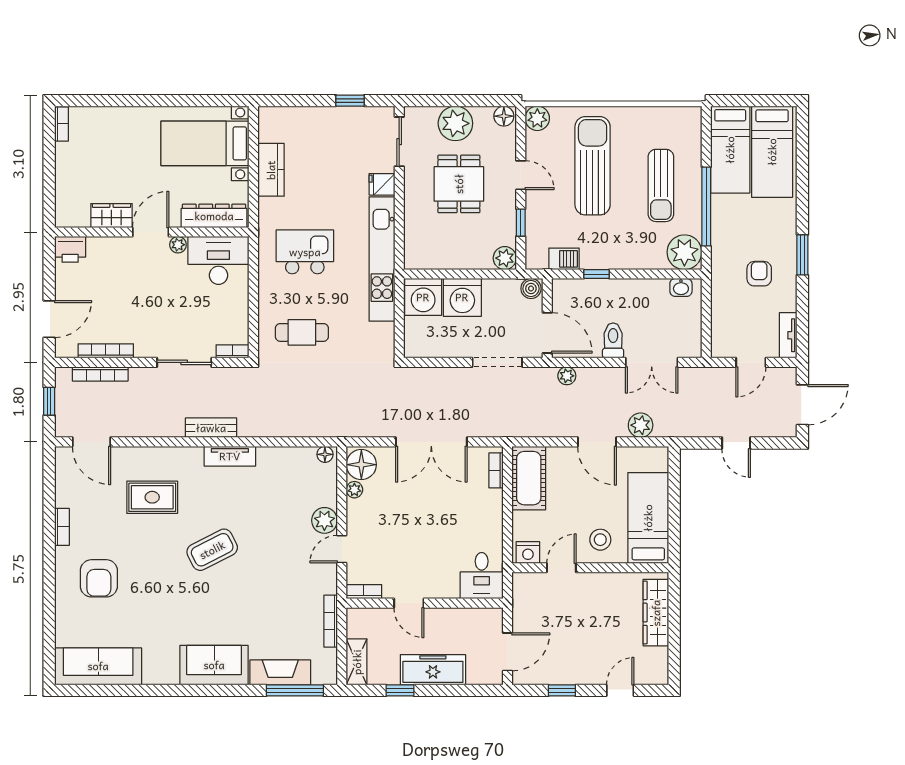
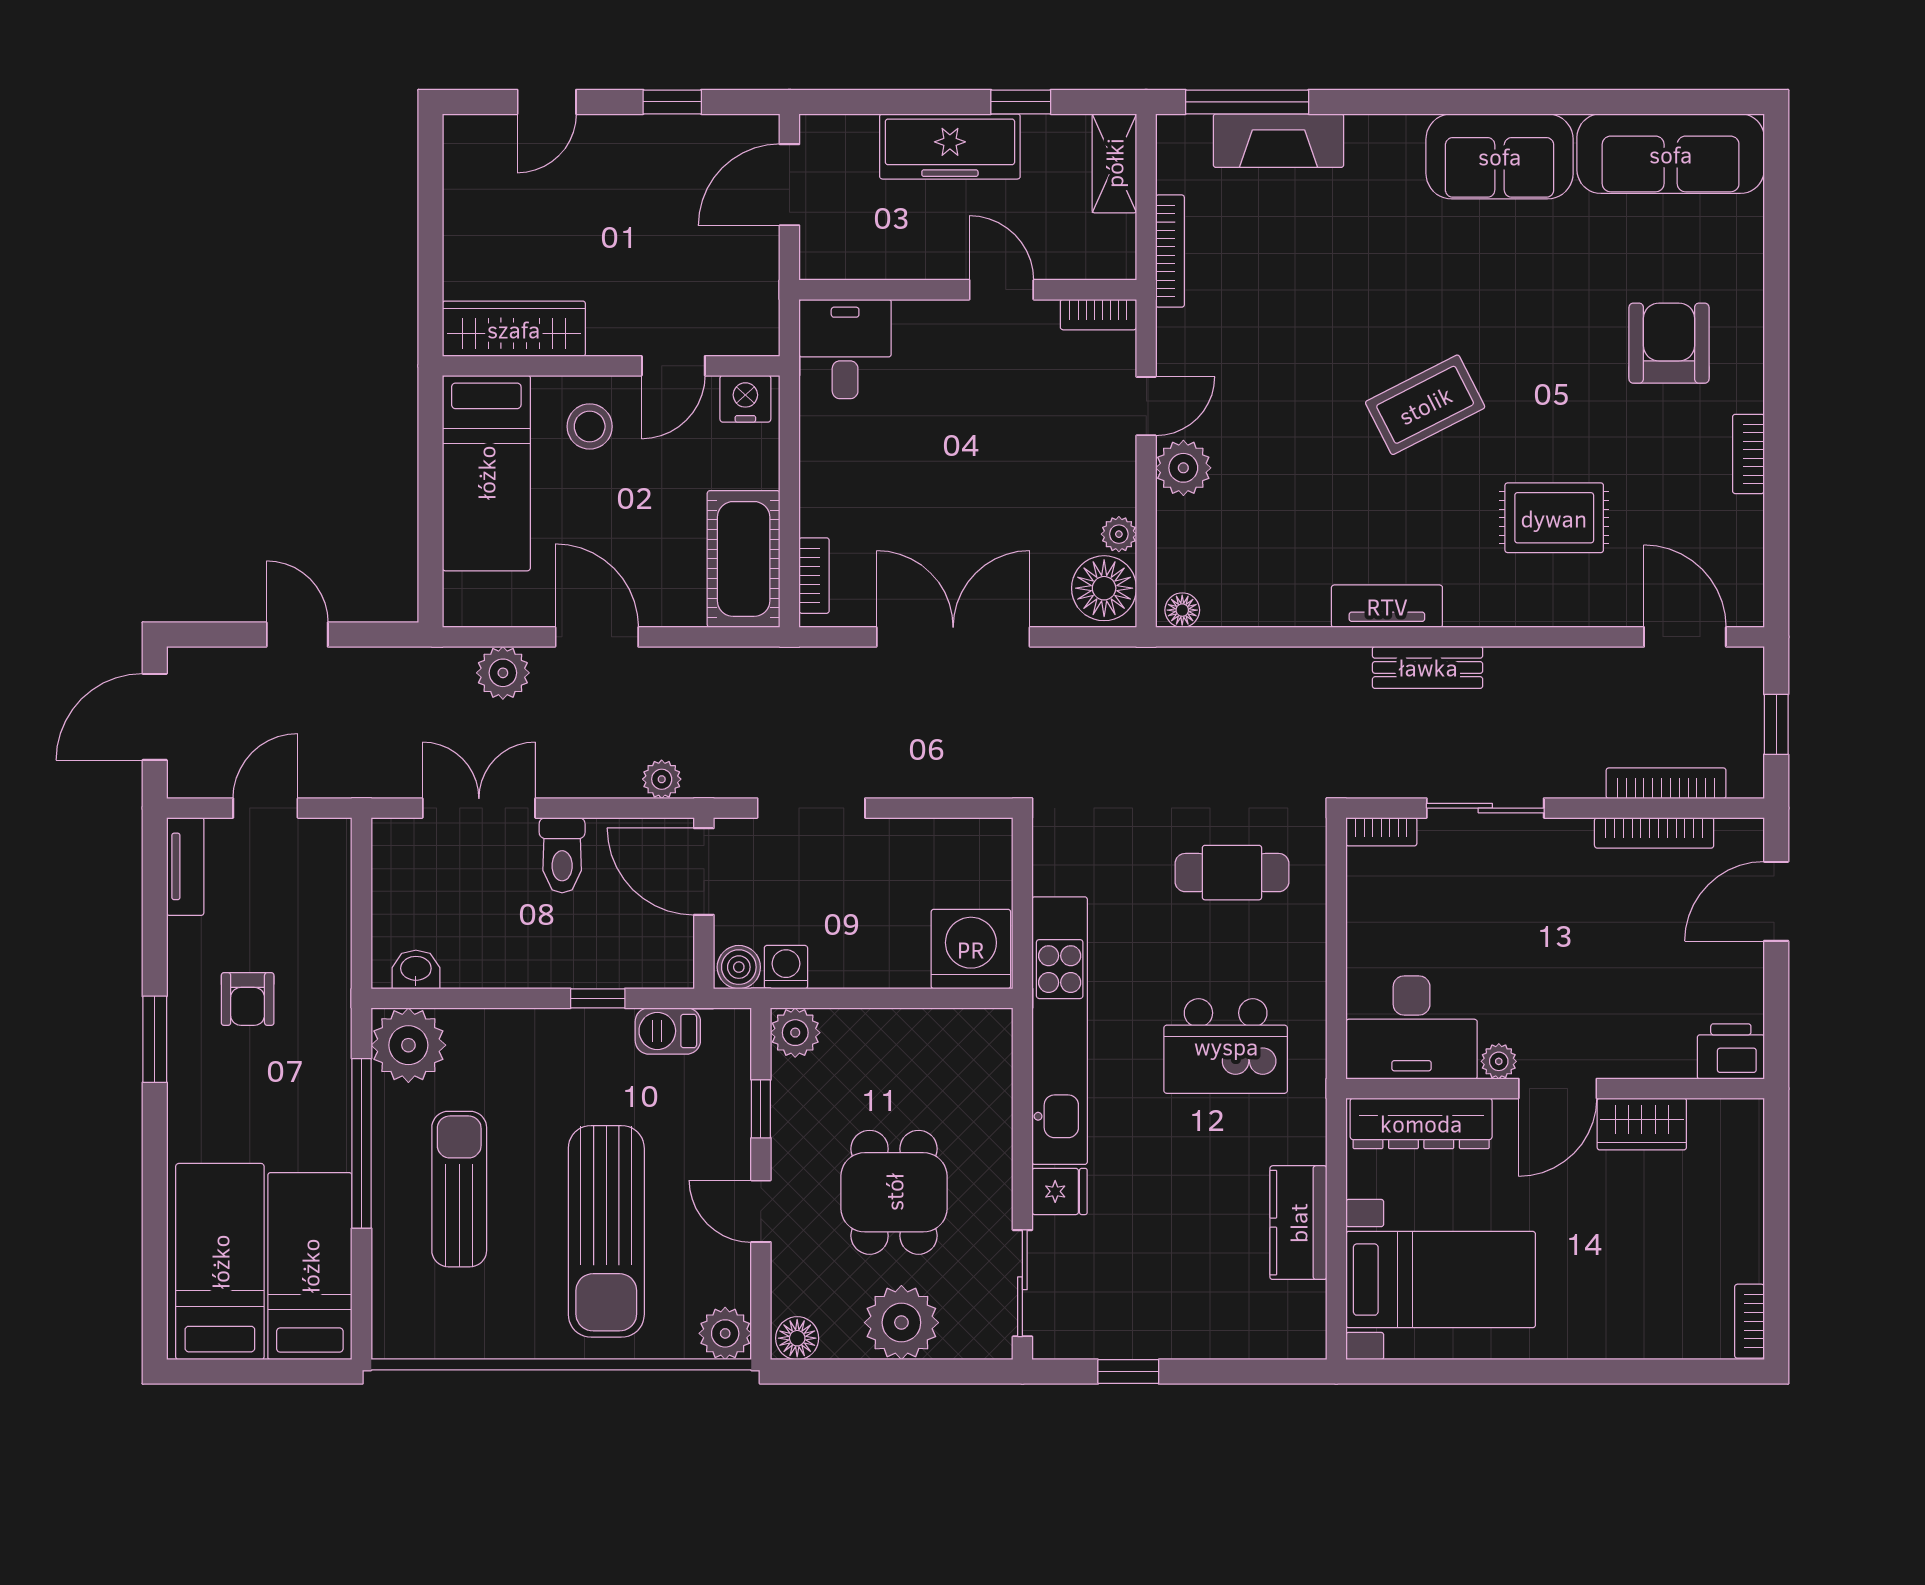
washing machine: (462, 297) -> (786, 967), moved, width x0.53, depth x0.53
wardrobe: (656, 613) -> (514, 329), moved, turned -90
sofa: (214, 665) -> (1500, 156), moved

